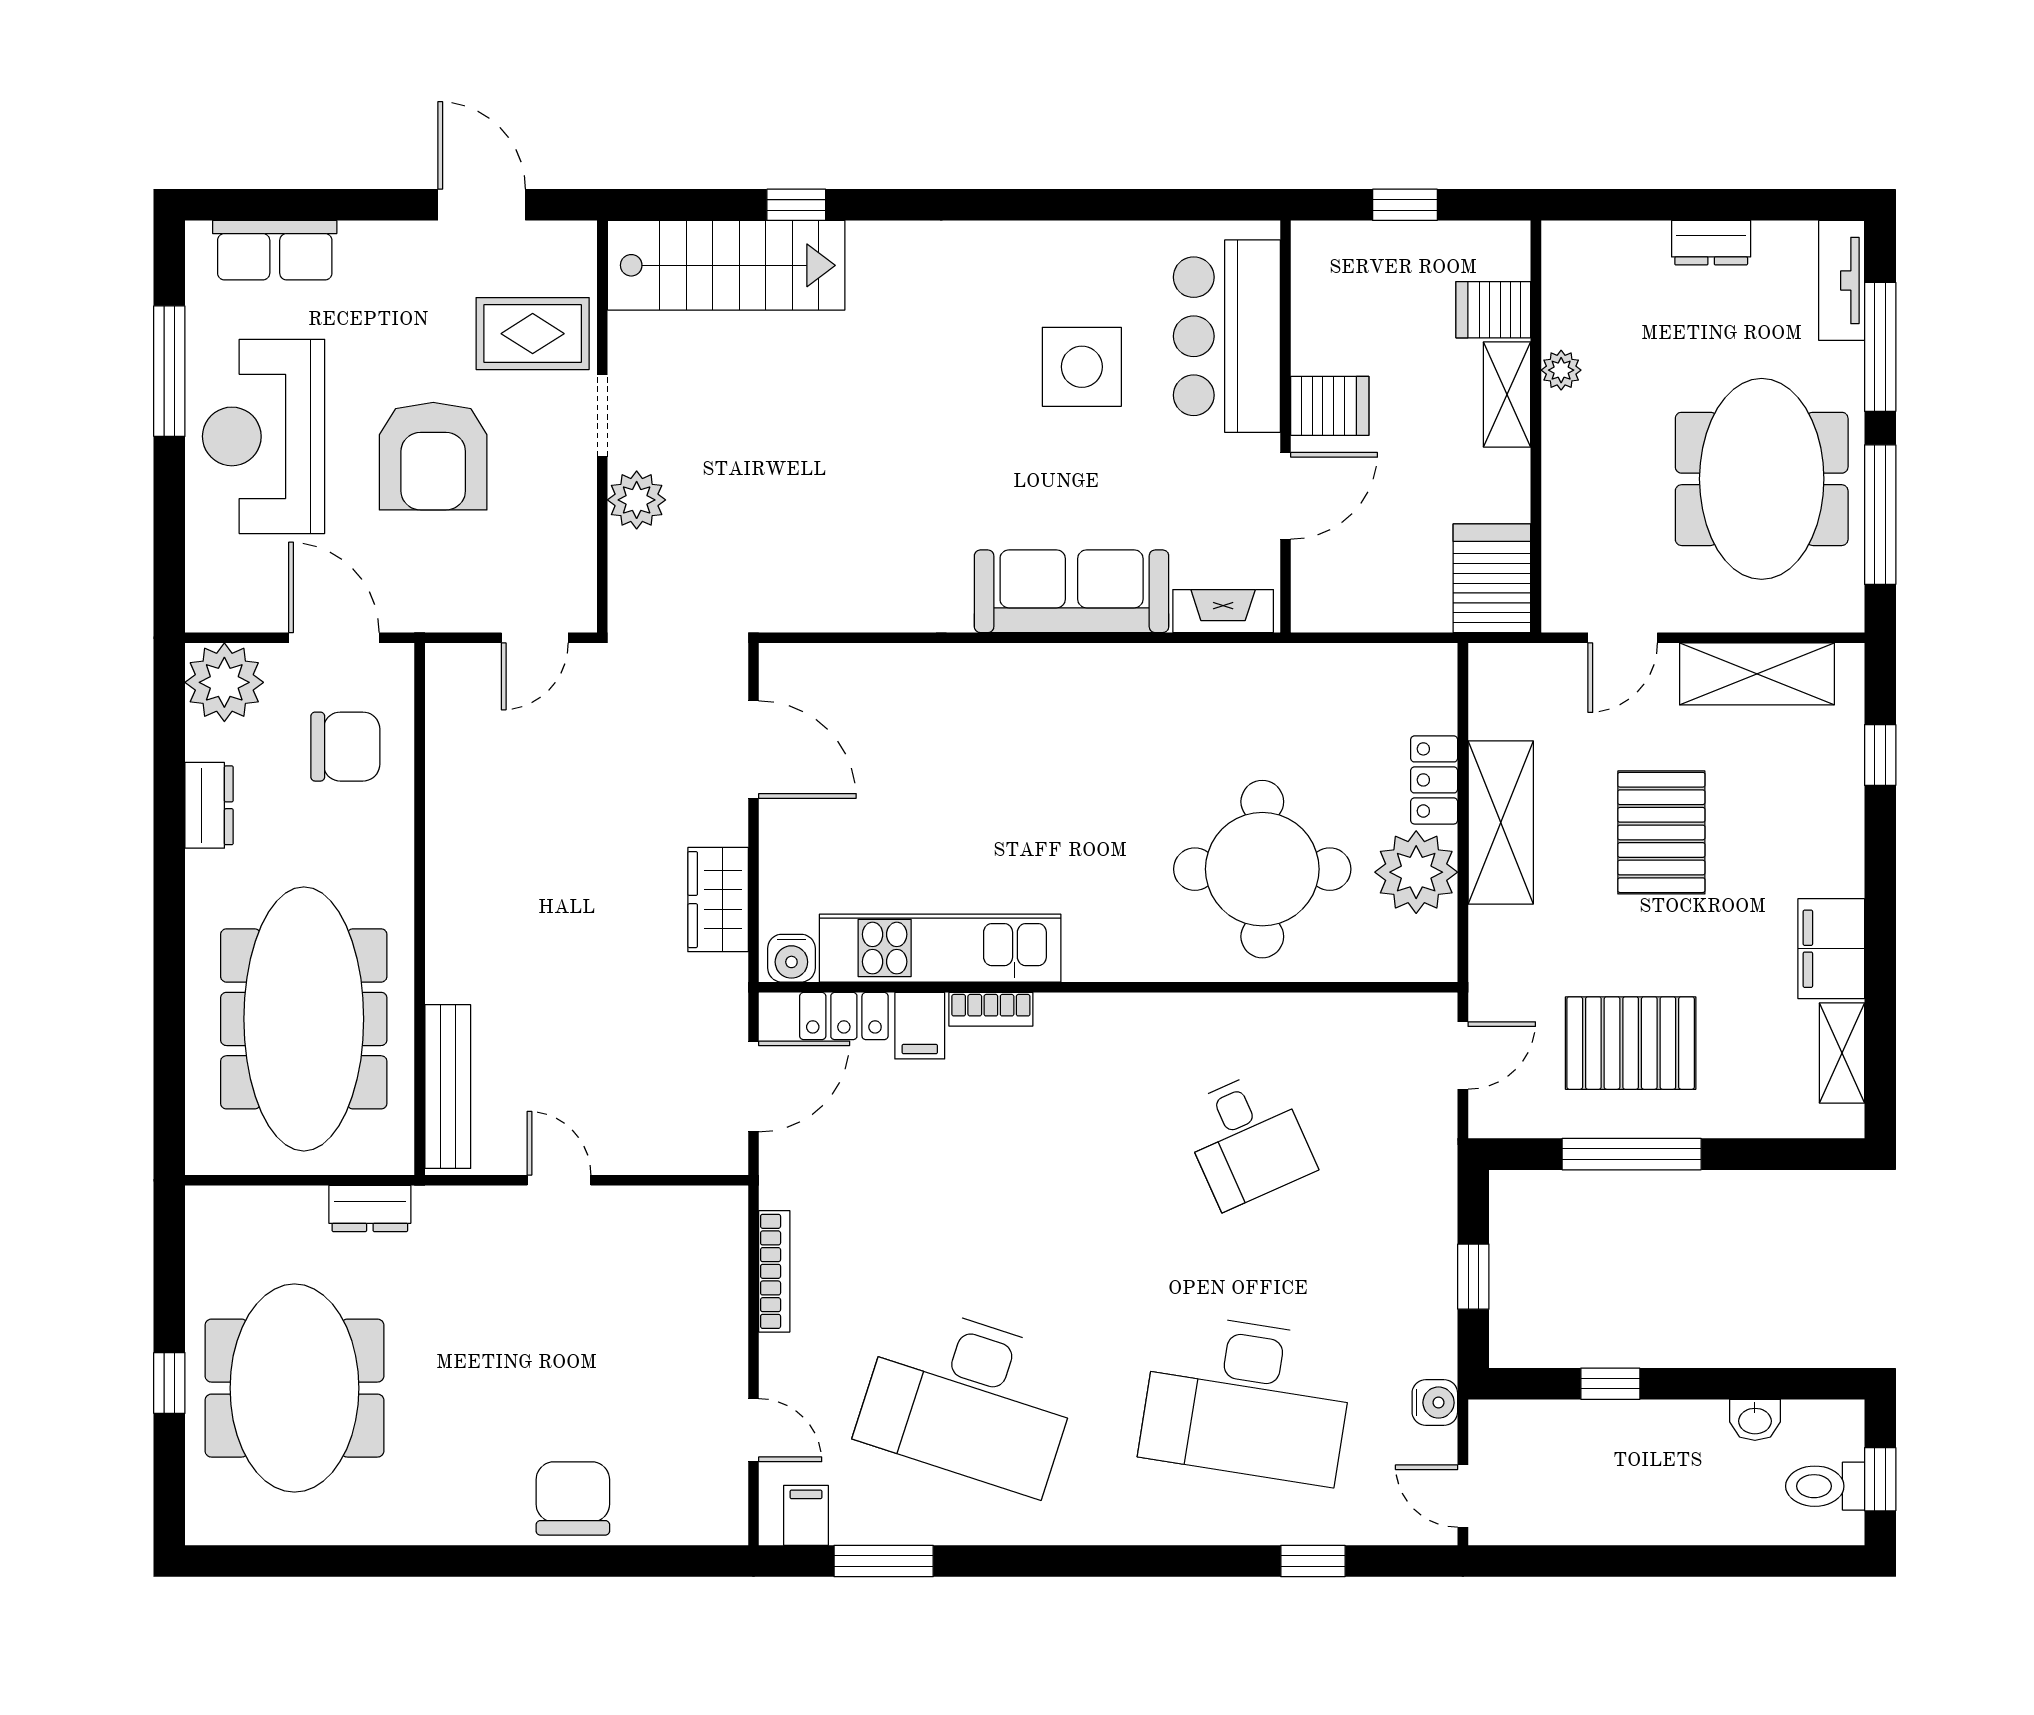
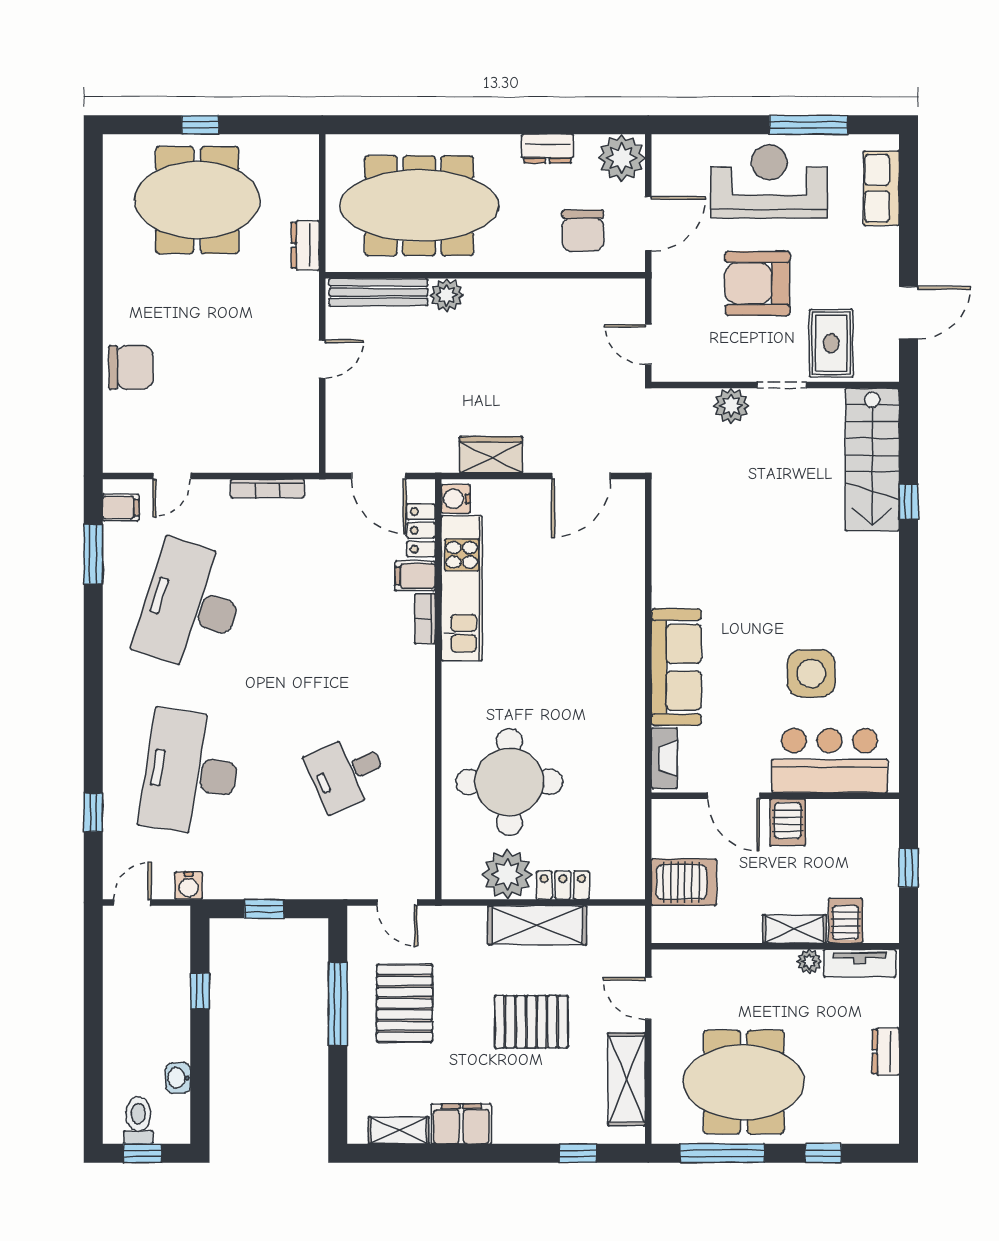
tv unit: (1842, 280) -> (860, 963), moved, turned 180
window: (1880, 347) -> (823, 1153), width x0.46
server rack: (1492, 578) -> (684, 882), moved
plant: (452, 973) -> (447, 295), added

